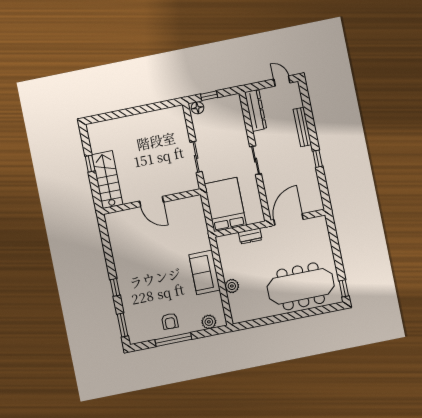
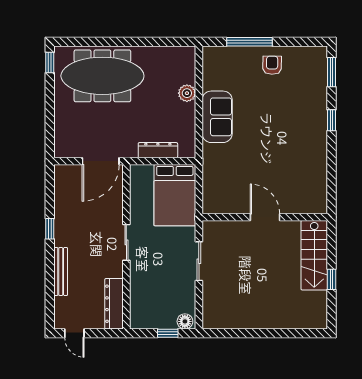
dresser: (250, 236) -> (158, 150), width x1.44
plant: (209, 322) -> (224, 55), removed
window: (173, 340) -> (249, 42), moved

